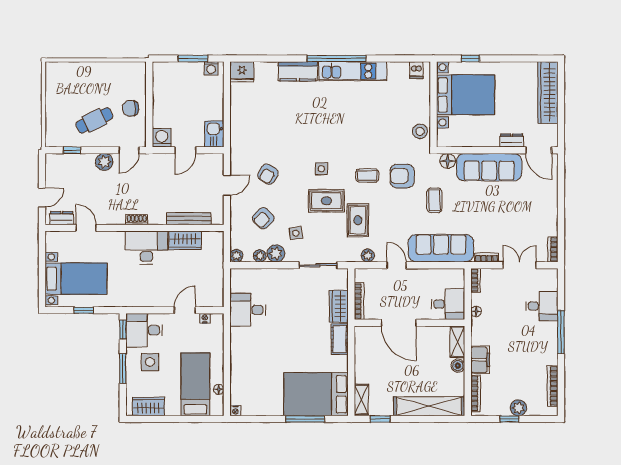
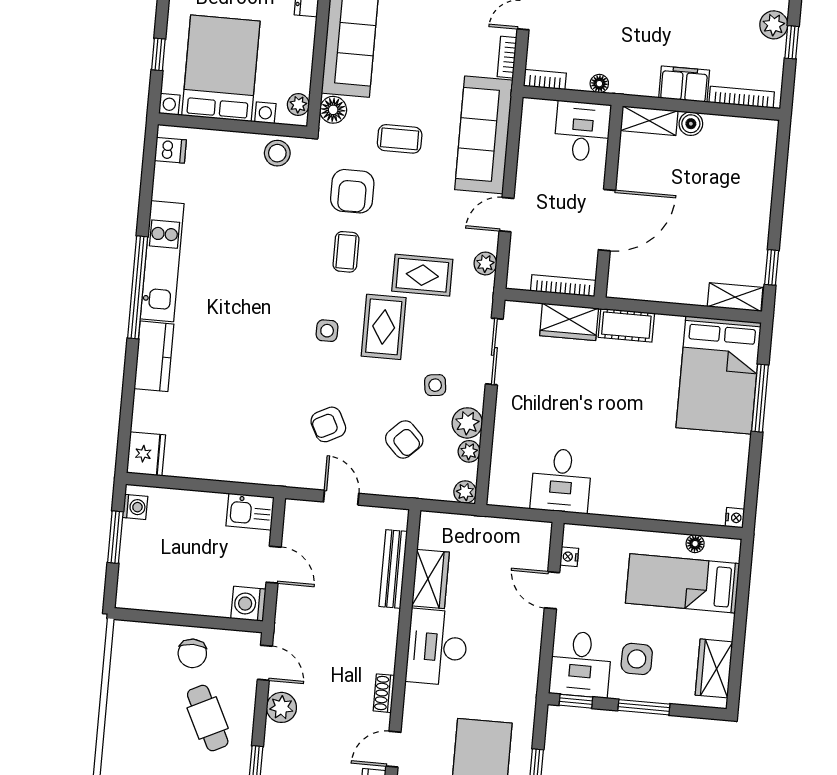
plant: (449, 141) -> (298, 105), added
armchair: (268, 174) -> (328, 424), turned 123
shoe rack: (137, 220) -> (384, 693), moved
shelving: (429, 406) -> (757, 180), removed

